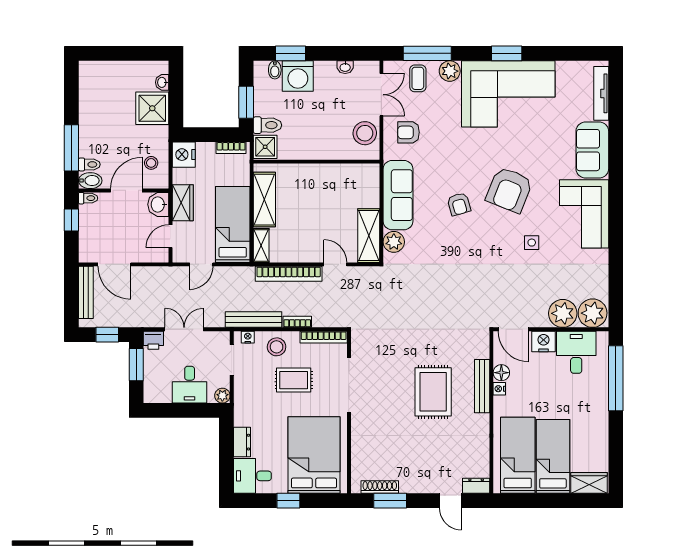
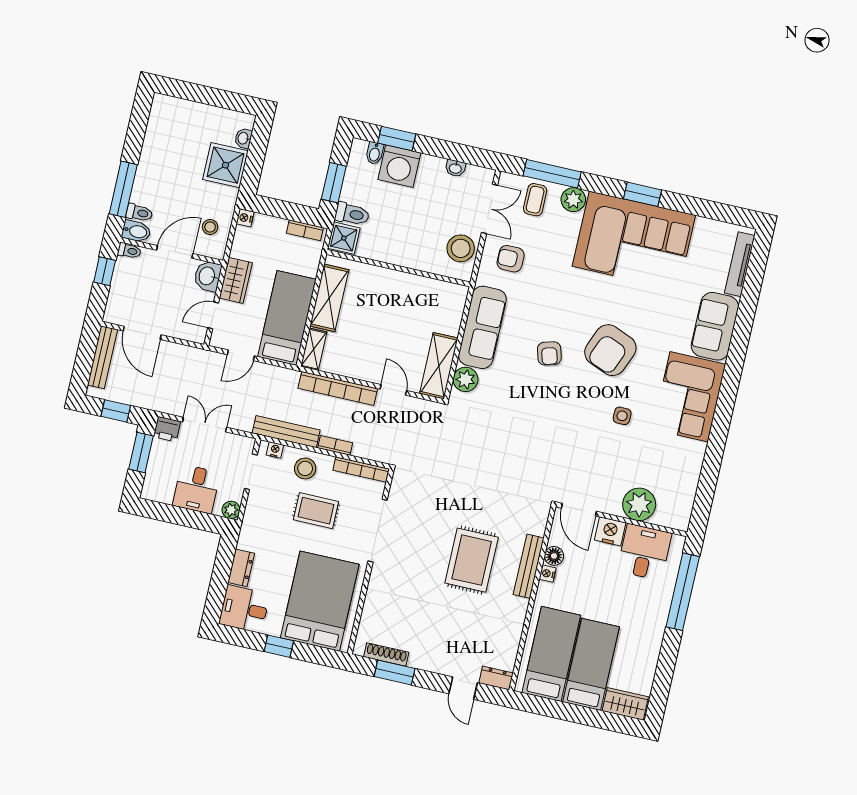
nightstand: (184, 155) -> (245, 218), width x0.53, depth x0.56
plant: (593, 313) -> (673, 512), removed

